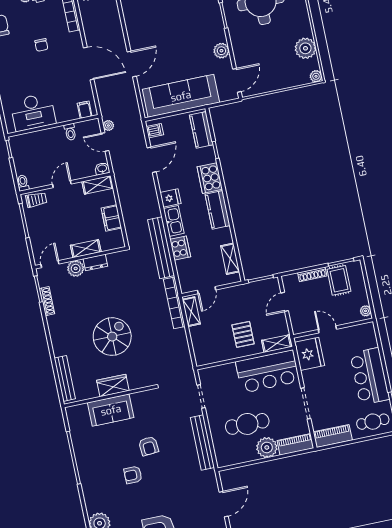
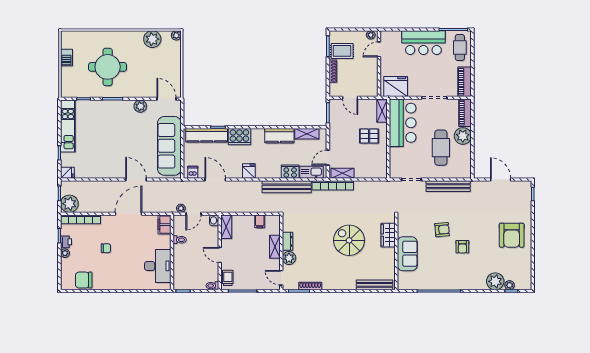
filing cabinet: (85, 110) -> (164, 225), width x2.00
kitchen counter: (201, 130) -> (207, 135), width x1.50
kitchen counter: (218, 210) -> (279, 136), moved
filing cabinet: (111, 218) -> (260, 221), width x0.50
kitchen sink: (174, 221) -> (311, 172), moved
door: (207, 290) -> (328, 158), swing flipped
door: (327, 329) -> (379, 49), moved
wardrobe: (113, 385) -> (388, 235), moved

